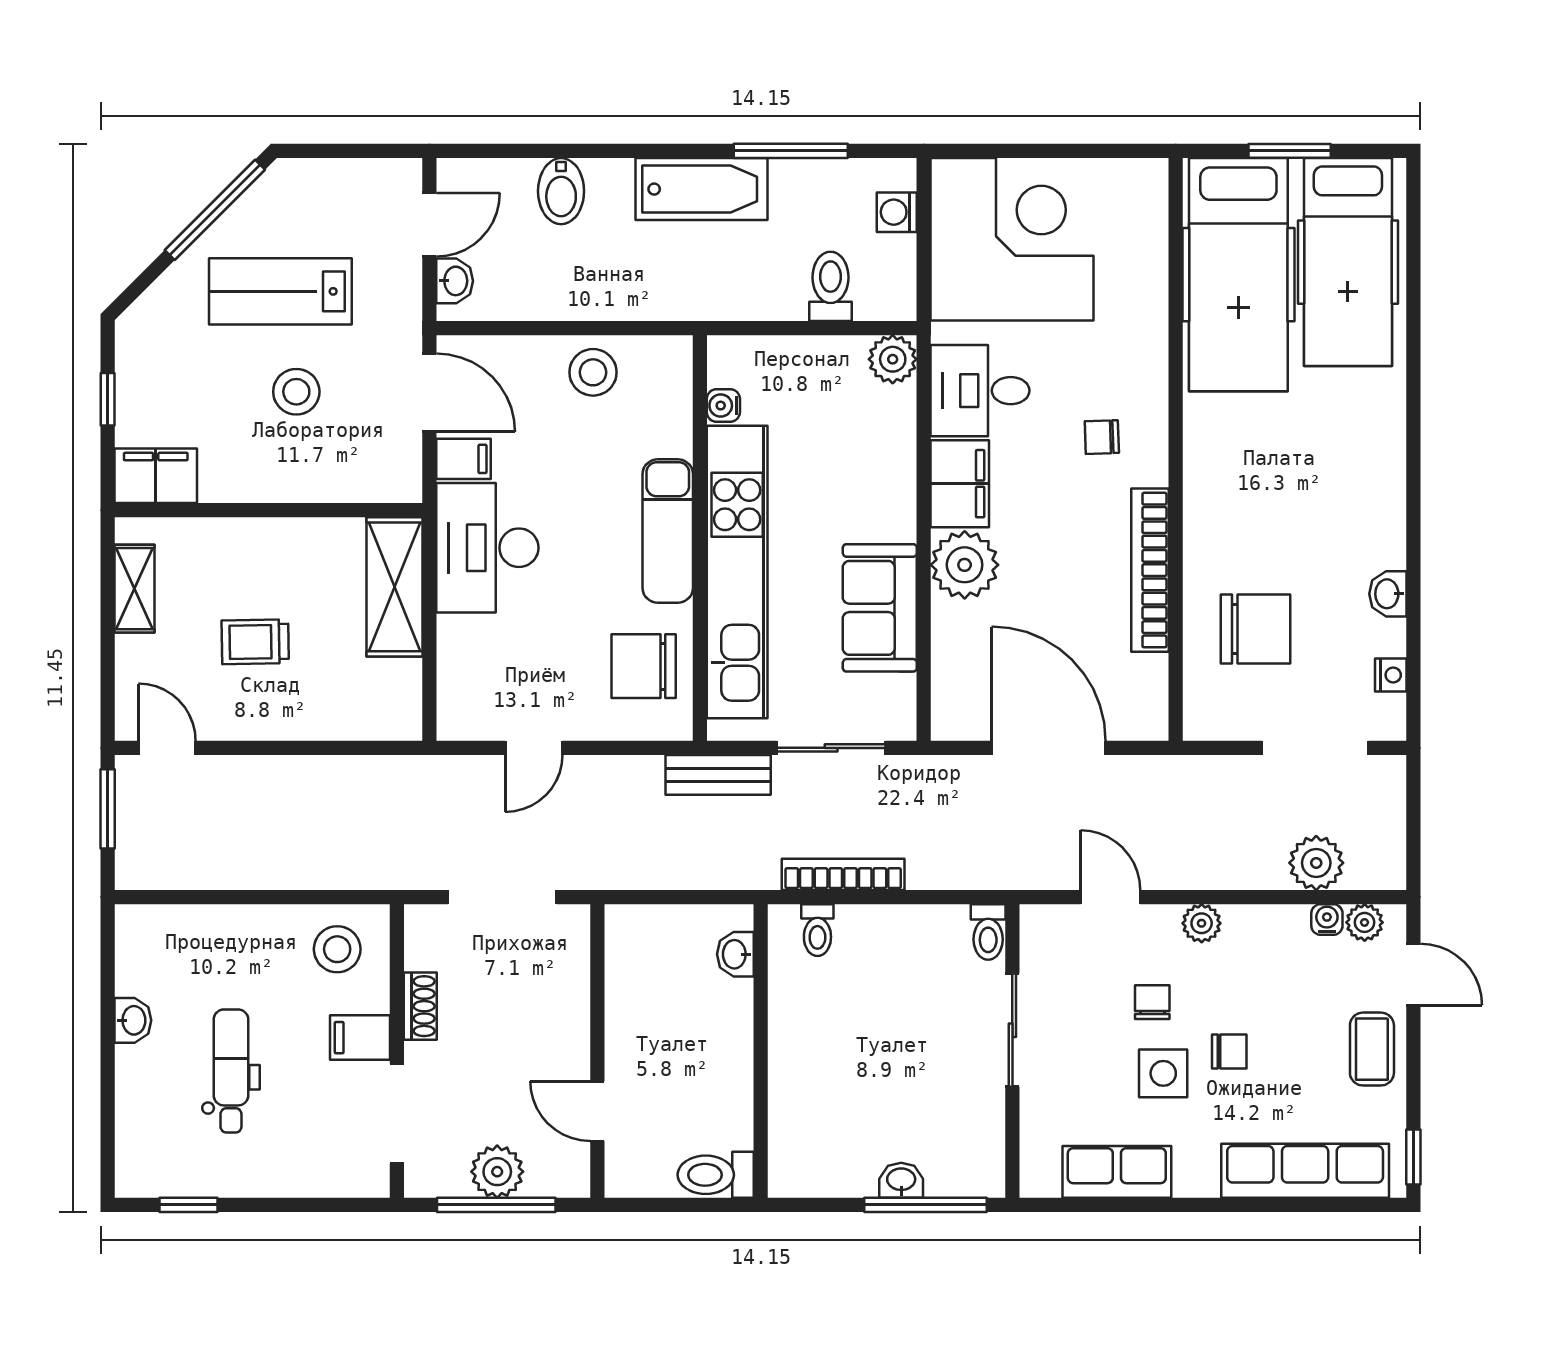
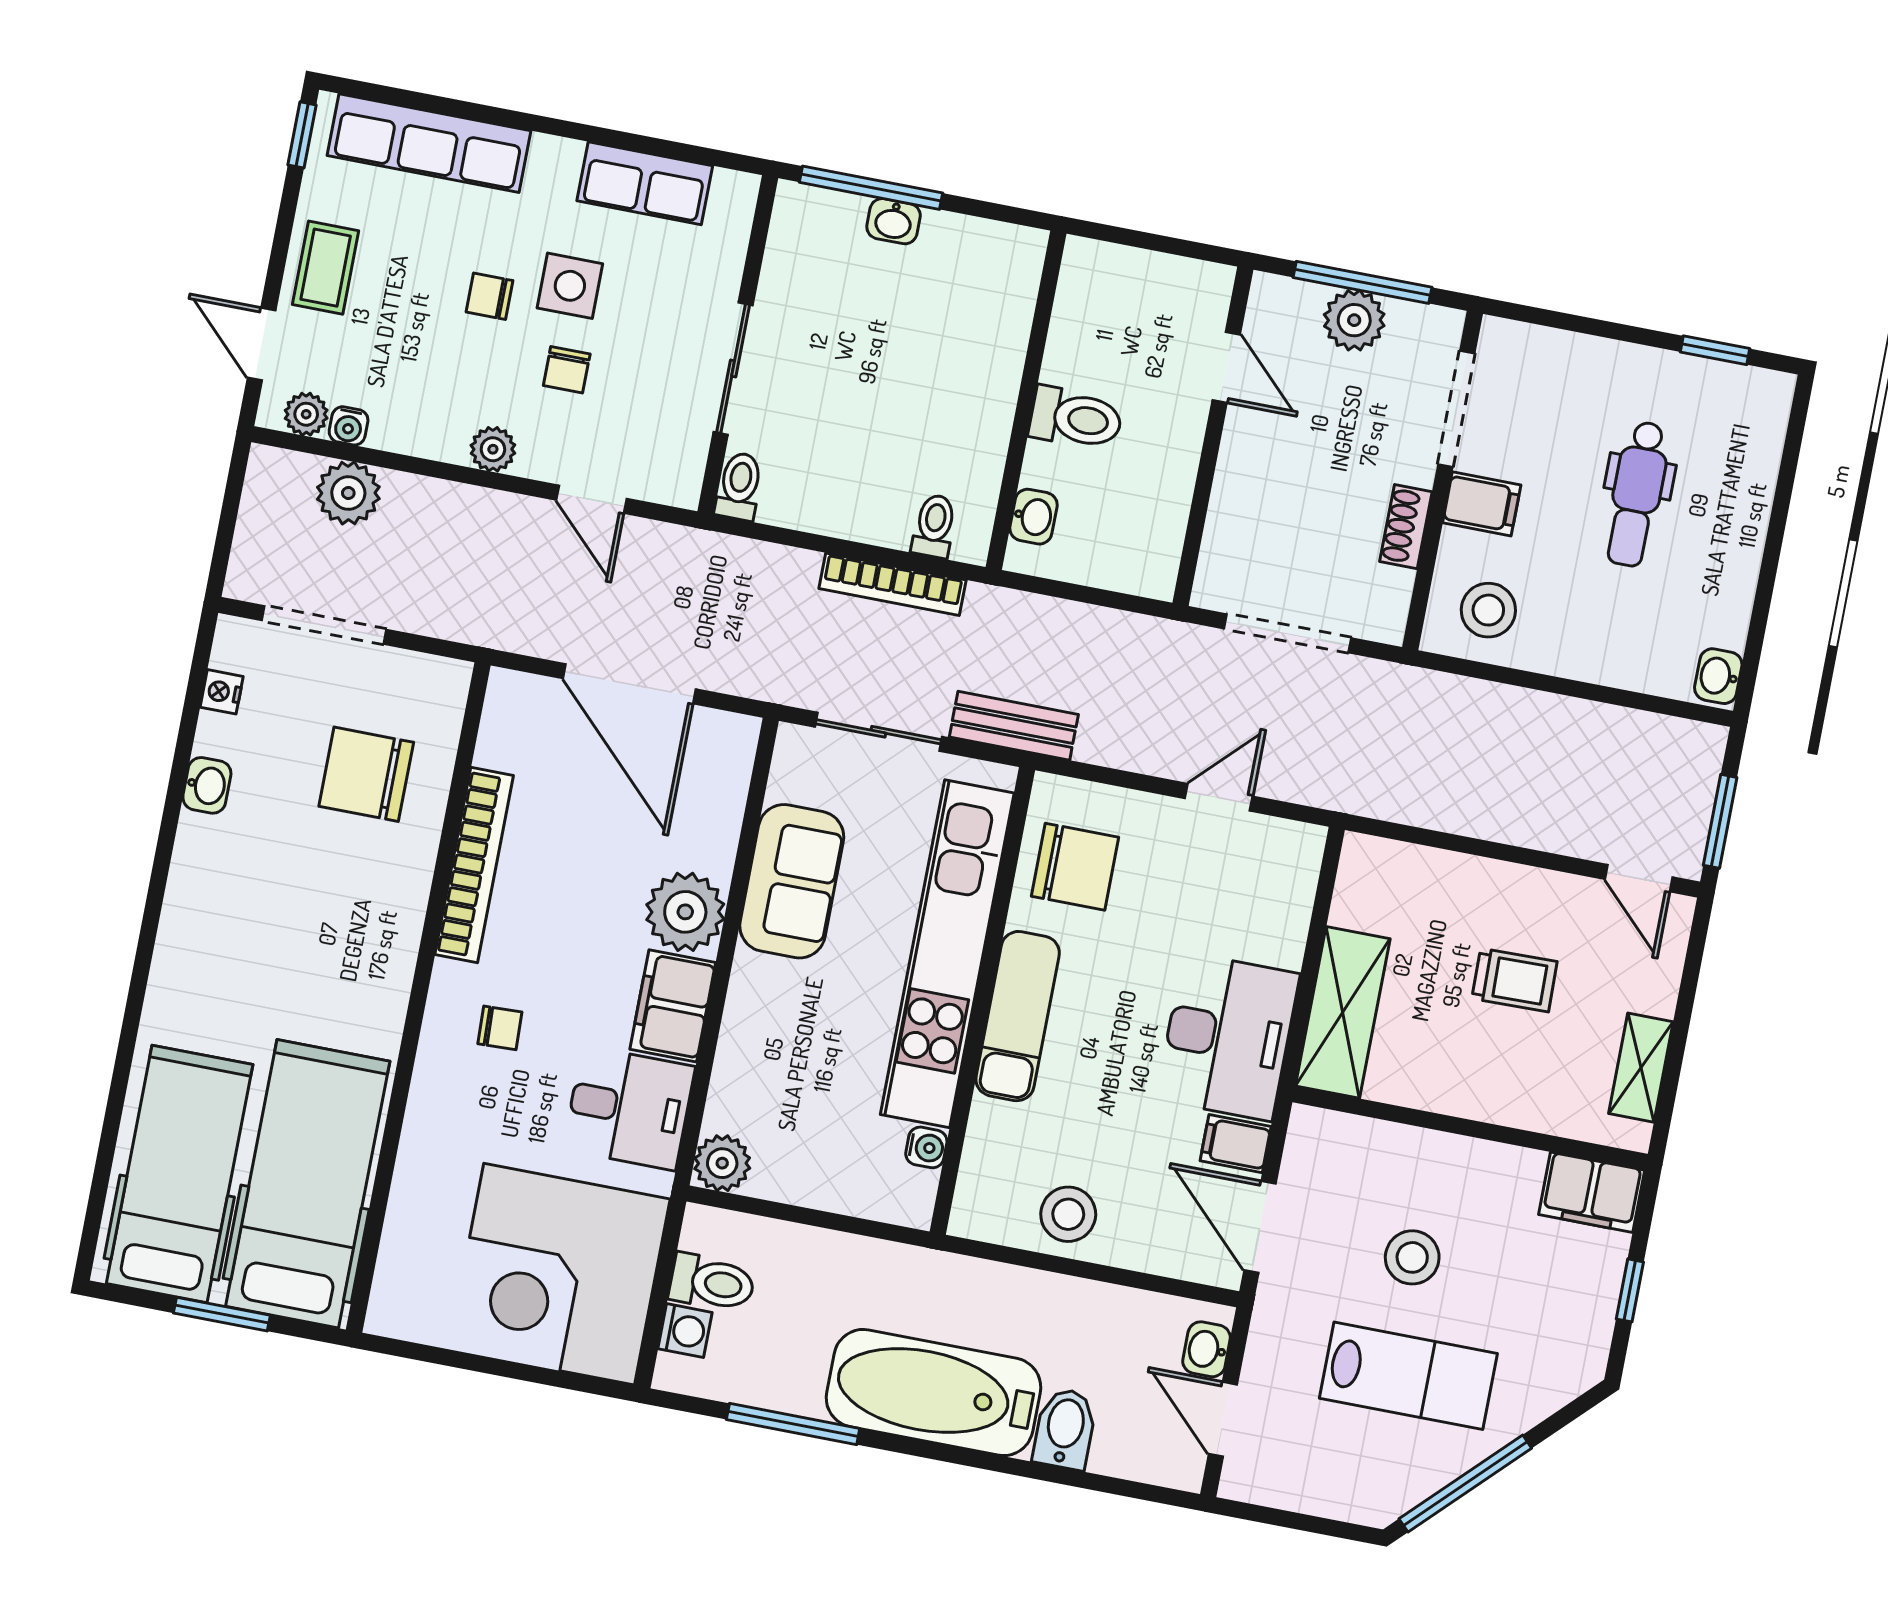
bathtub: (702, 189) -> (933, 1392), width x1.36, depth x1.36
door: (429, 225) -> (1223, 1419), hinge flipped
toilet: (831, 286) -> (712, 1283), moved, turned -90
washbasin: (133, 1020) -> (1718, 676), moved
toilet: (716, 1175) -> (1076, 418), moved

